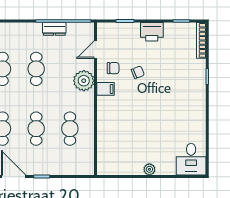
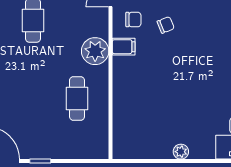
plant: (84, 81) -> (95, 51), moved
cafe table: (36, 129) -> (33, 98), removed

